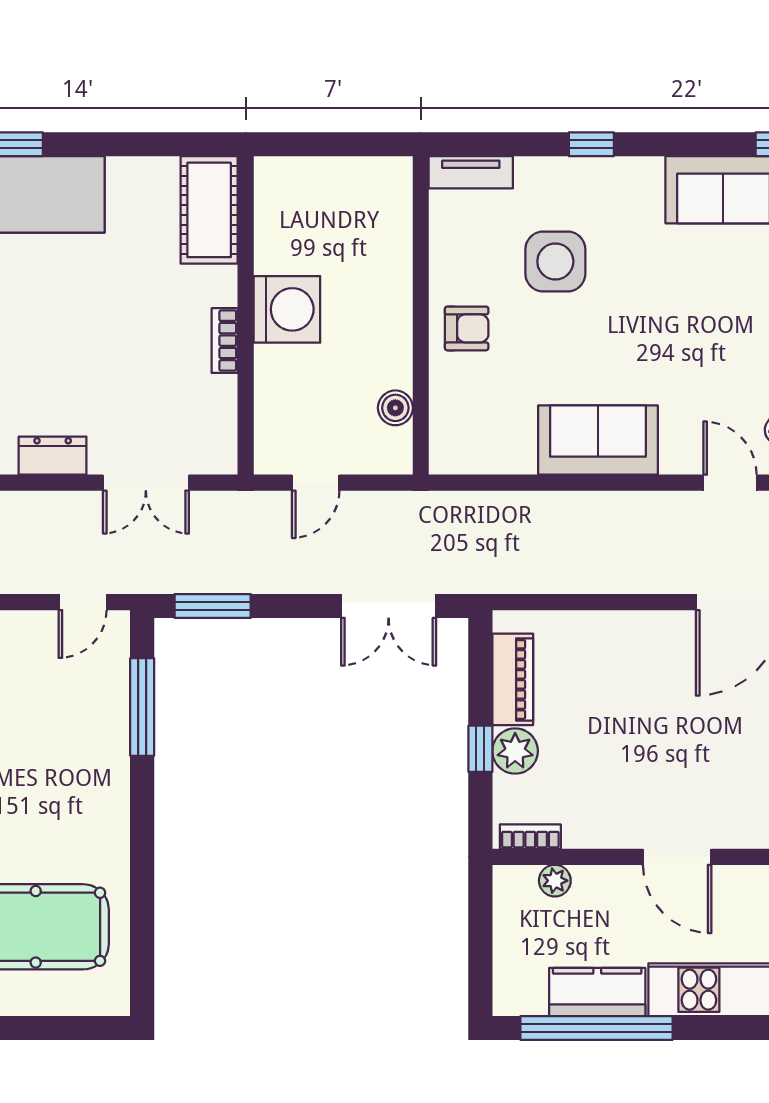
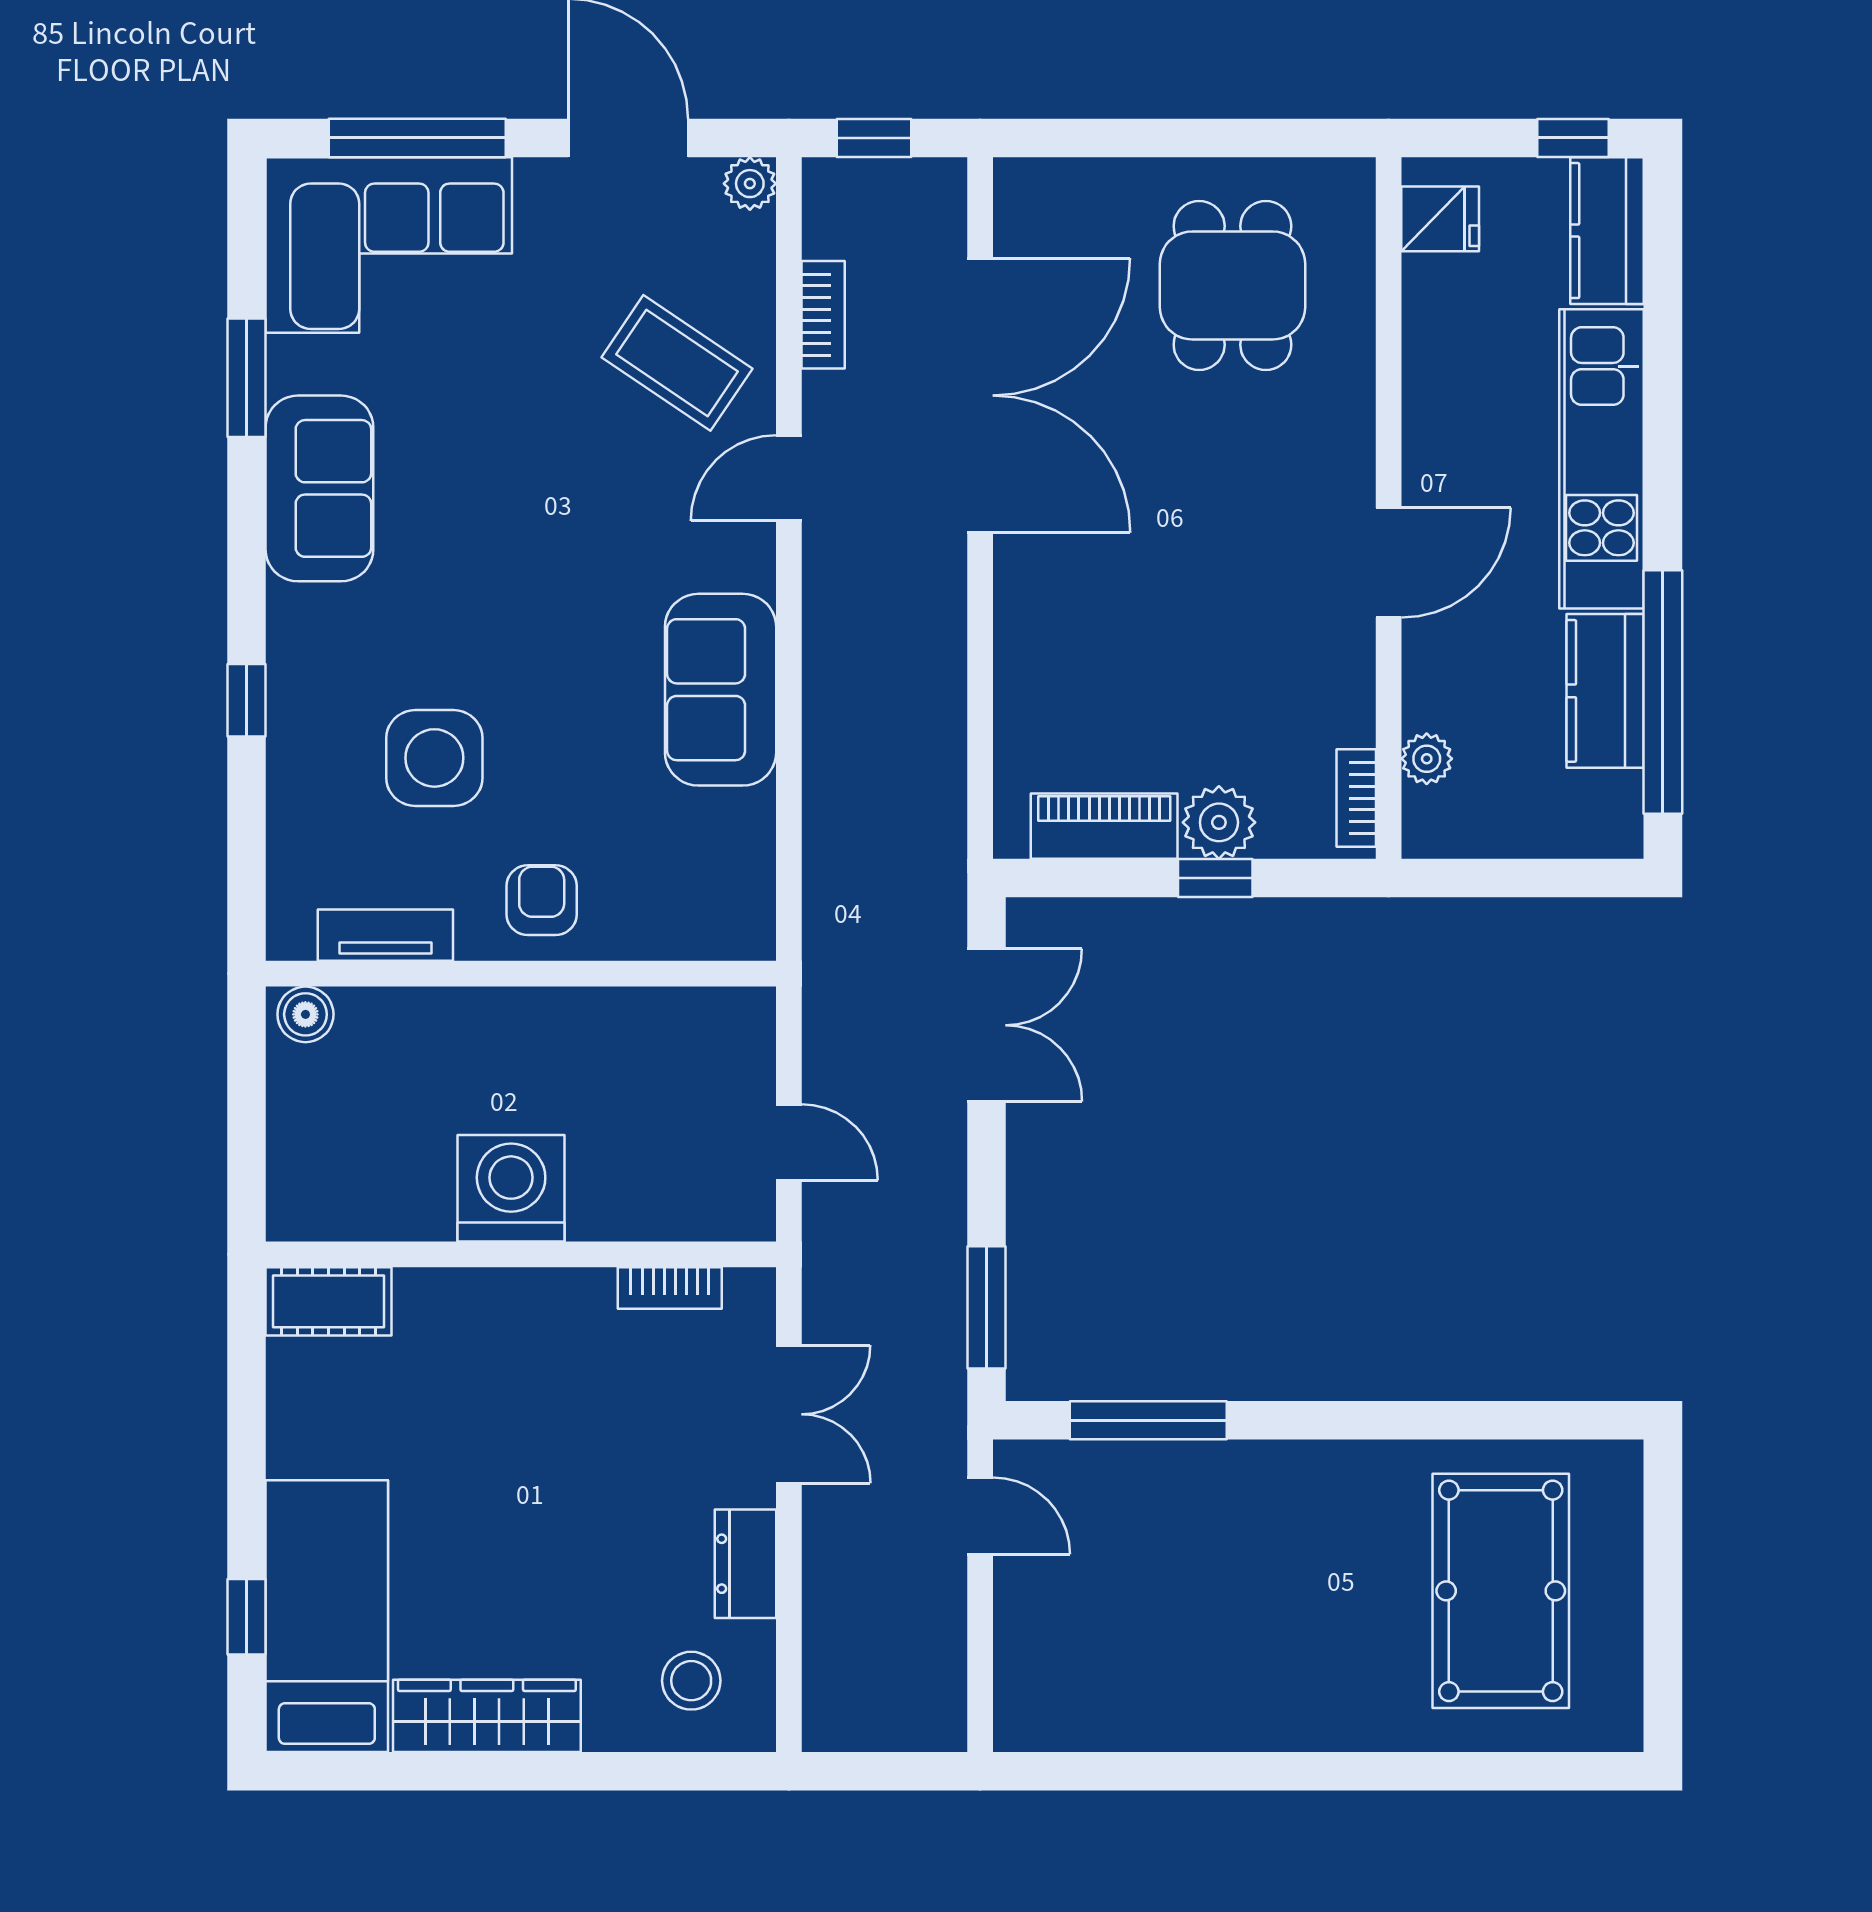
tv unit: (471, 172) -> (385, 935), moved, turned -90
cot: (209, 210) -> (329, 1301), width x0.73, depth x0.75
bookcase: (225, 341) -> (670, 1288), moved
boiler: (395, 408) -> (305, 1014), moved

